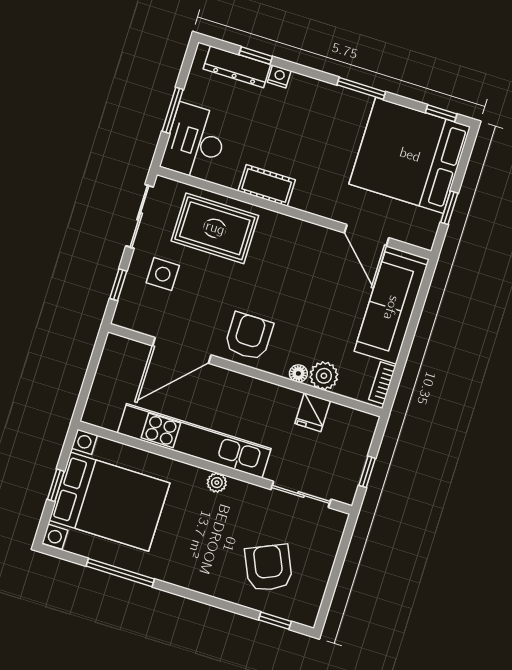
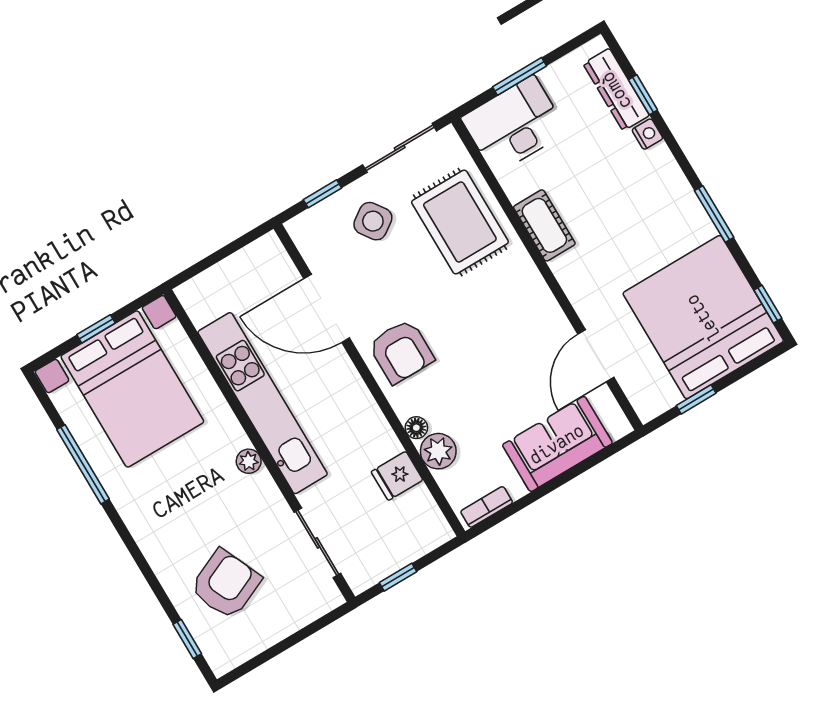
side table: (163, 274) -> (373, 221), turned -35
sofa: (391, 308) -> (557, 444), width x0.73
armchair: (249, 336) -> (401, 351), turned 90

